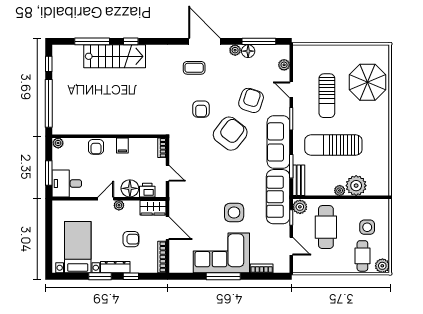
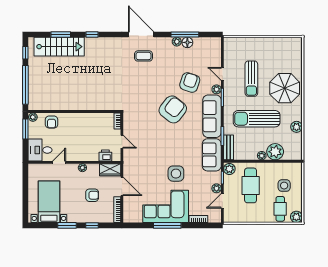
window: (92, 41) -> (61, 34), width x0.69
door: (204, 41) -> (141, 34), moved
window: (259, 41) -> (185, 34), moved
stairs: (115, 56) -> (59, 47), moved
plant: (284, 65) -> (217, 89), moved
parasol: (367, 82) -> (285, 88), moved
armchair: (201, 109) -> (149, 90), removed
filing cabinet: (122, 145) -> (85, 119), removed
armchair: (96, 147) -> (52, 122), moved
plant: (382, 155) -> (297, 127), added
window: (49, 173) -> (25, 129), moved
floor lamp: (130, 188) -> (91, 154), removed
sofa: (278, 197) -> (212, 155), width x0.73
door: (106, 199) -> (59, 162), moved
plant: (284, 231) -> (217, 188), added
door: (291, 246) -> (222, 201), swing flipped
dresser: (115, 267) -> (79, 218), removed

